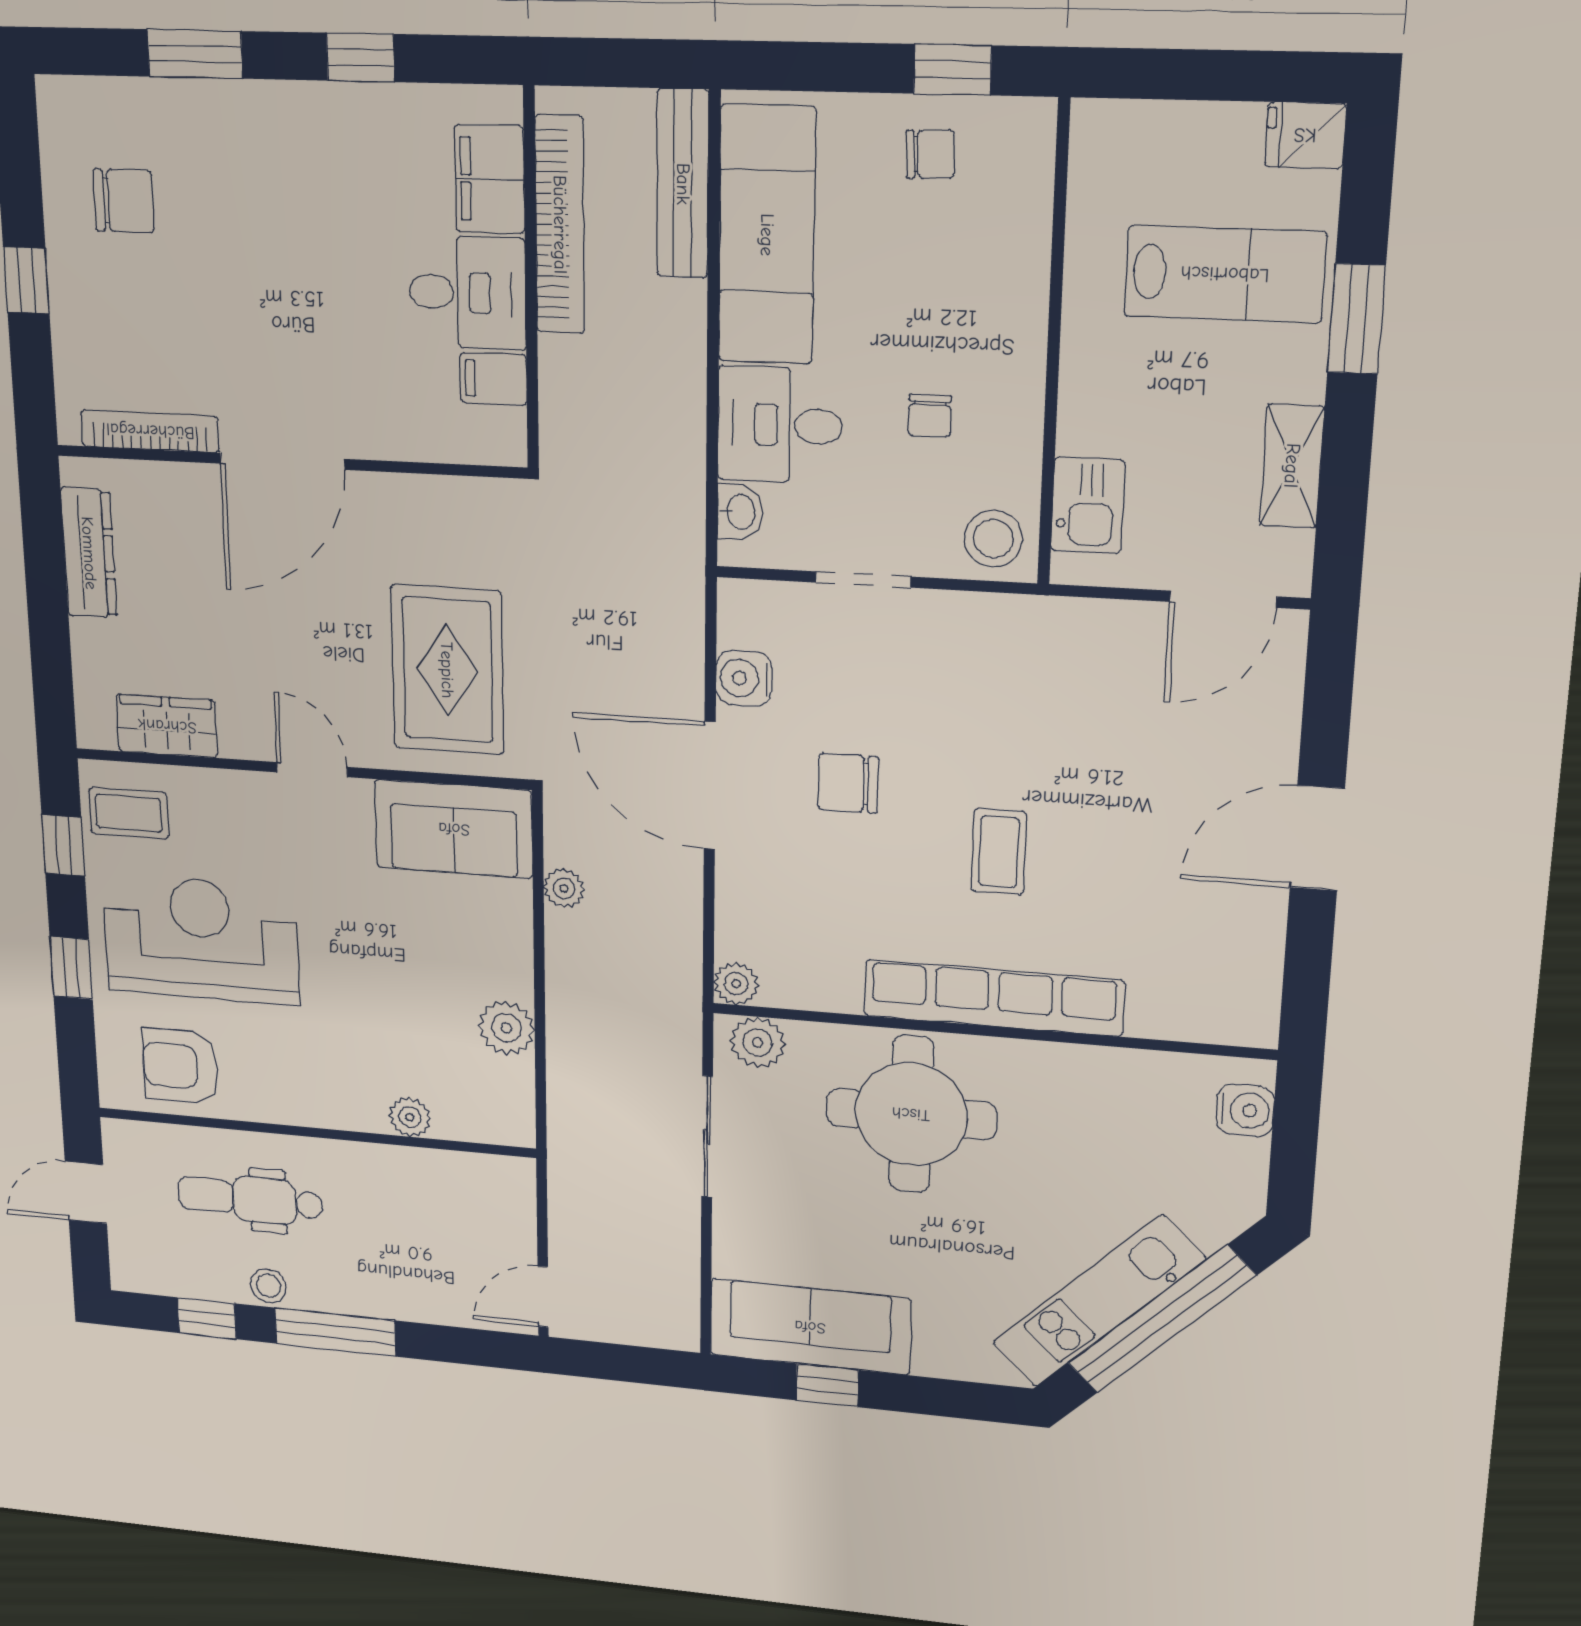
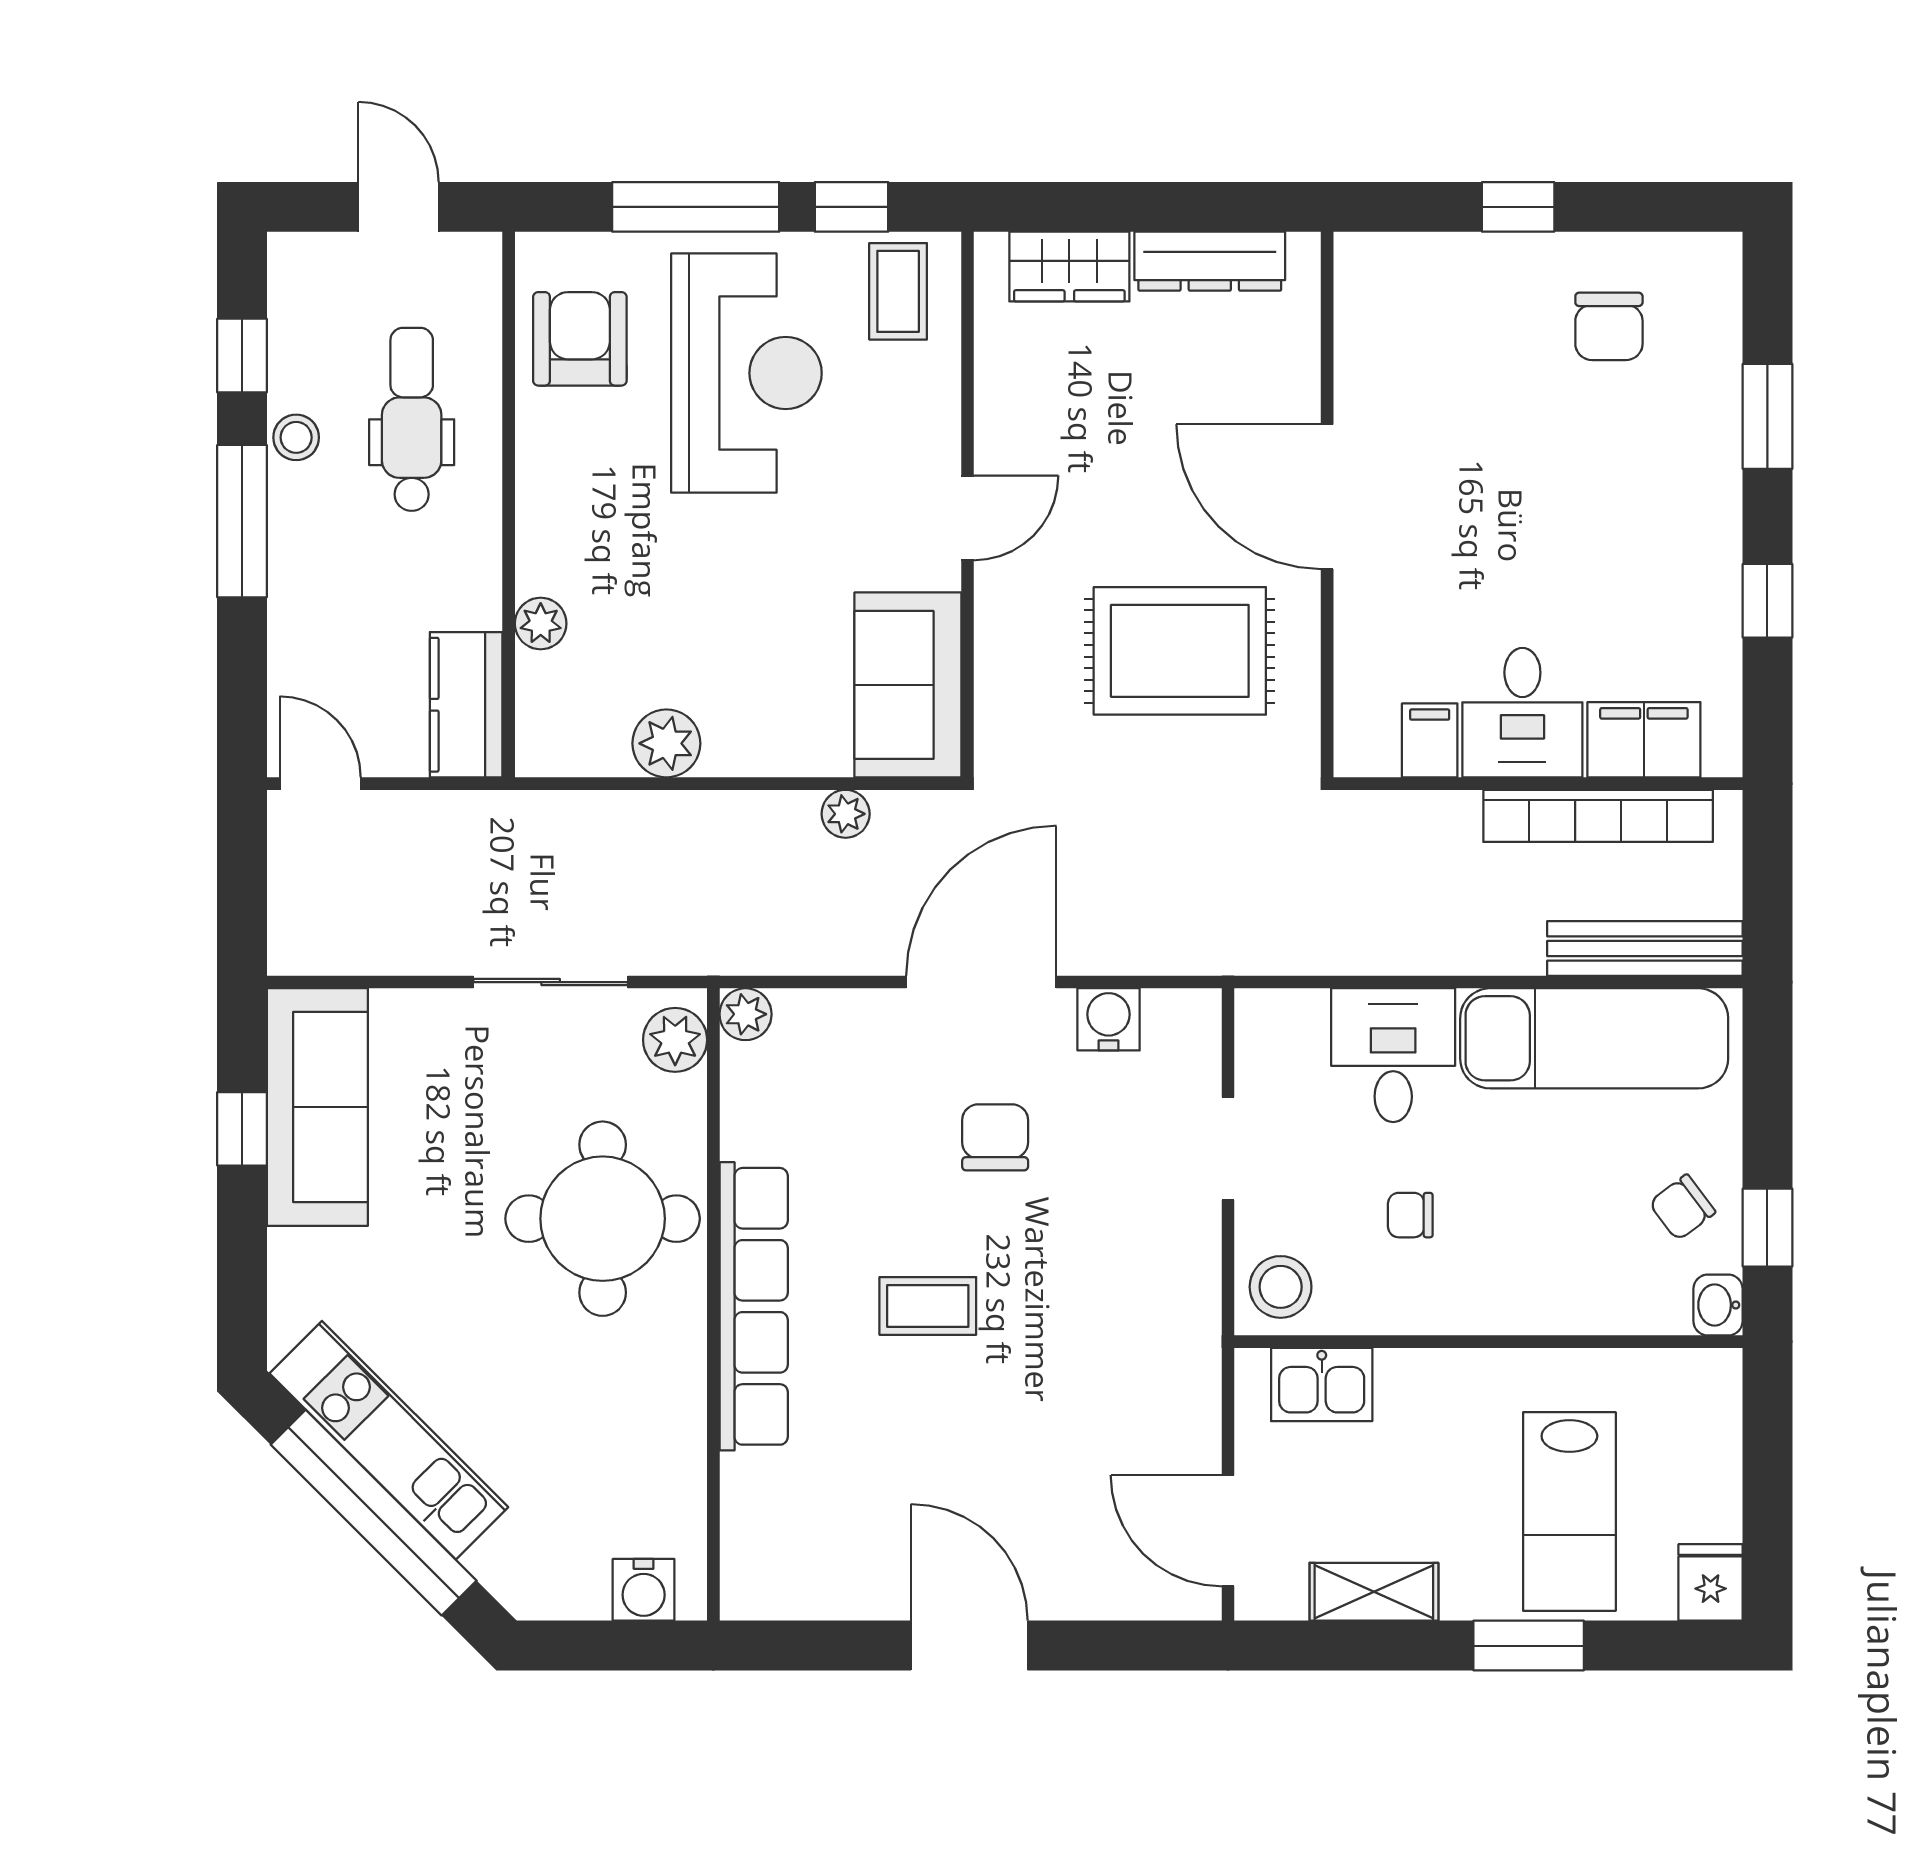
chair: (930, 154) -> (1682, 1207), turned 55
bookcase: (150, 431) -> (1354, 343), removed
washbasin: (740, 512) -> (1718, 1305), moved, turned 90
rug: (447, 670) -> (1180, 651), moved
wardrobe: (167, 726) -> (1069, 267), moved, turned 90
window: (71, 968) -> (696, 207), width x2.17
kitchen counter: (477, 1180) -> (466, 705), added

